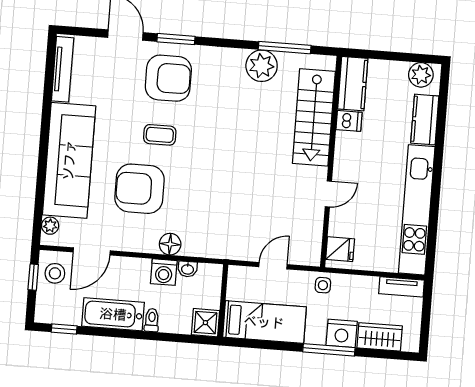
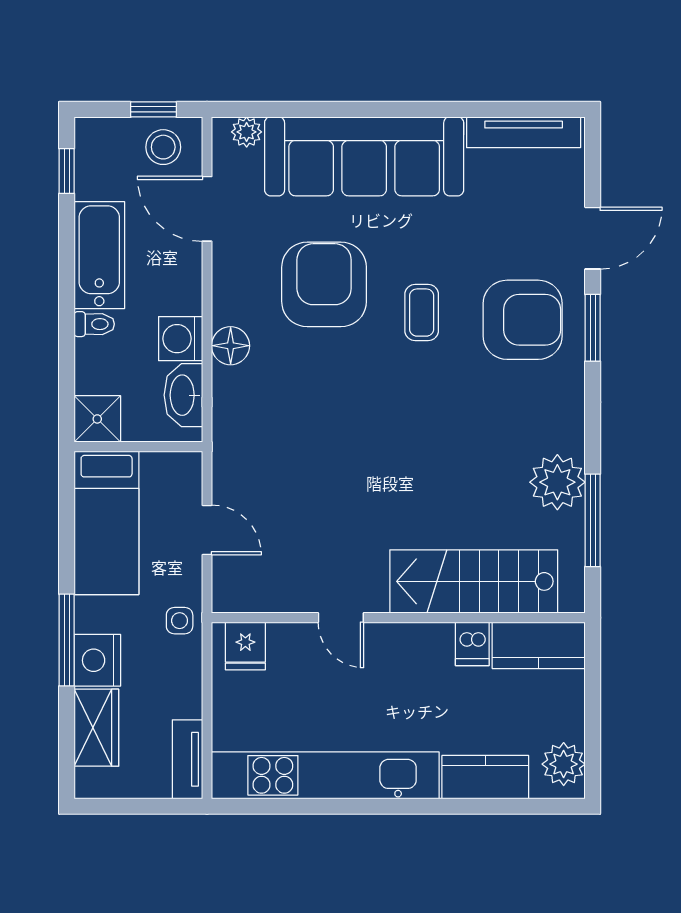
armchair: (168, 78) -> (523, 320), turned -90
washbasin: (188, 269) -> (183, 395), width x1.91, depth x1.45

